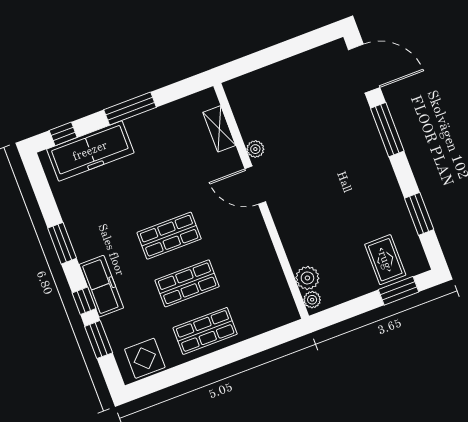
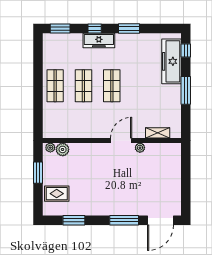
window: (399, 291) -> (38, 173), moved
window: (99, 340) -> (60, 29), moved
display table: (145, 358) -> (53, 49), removed

